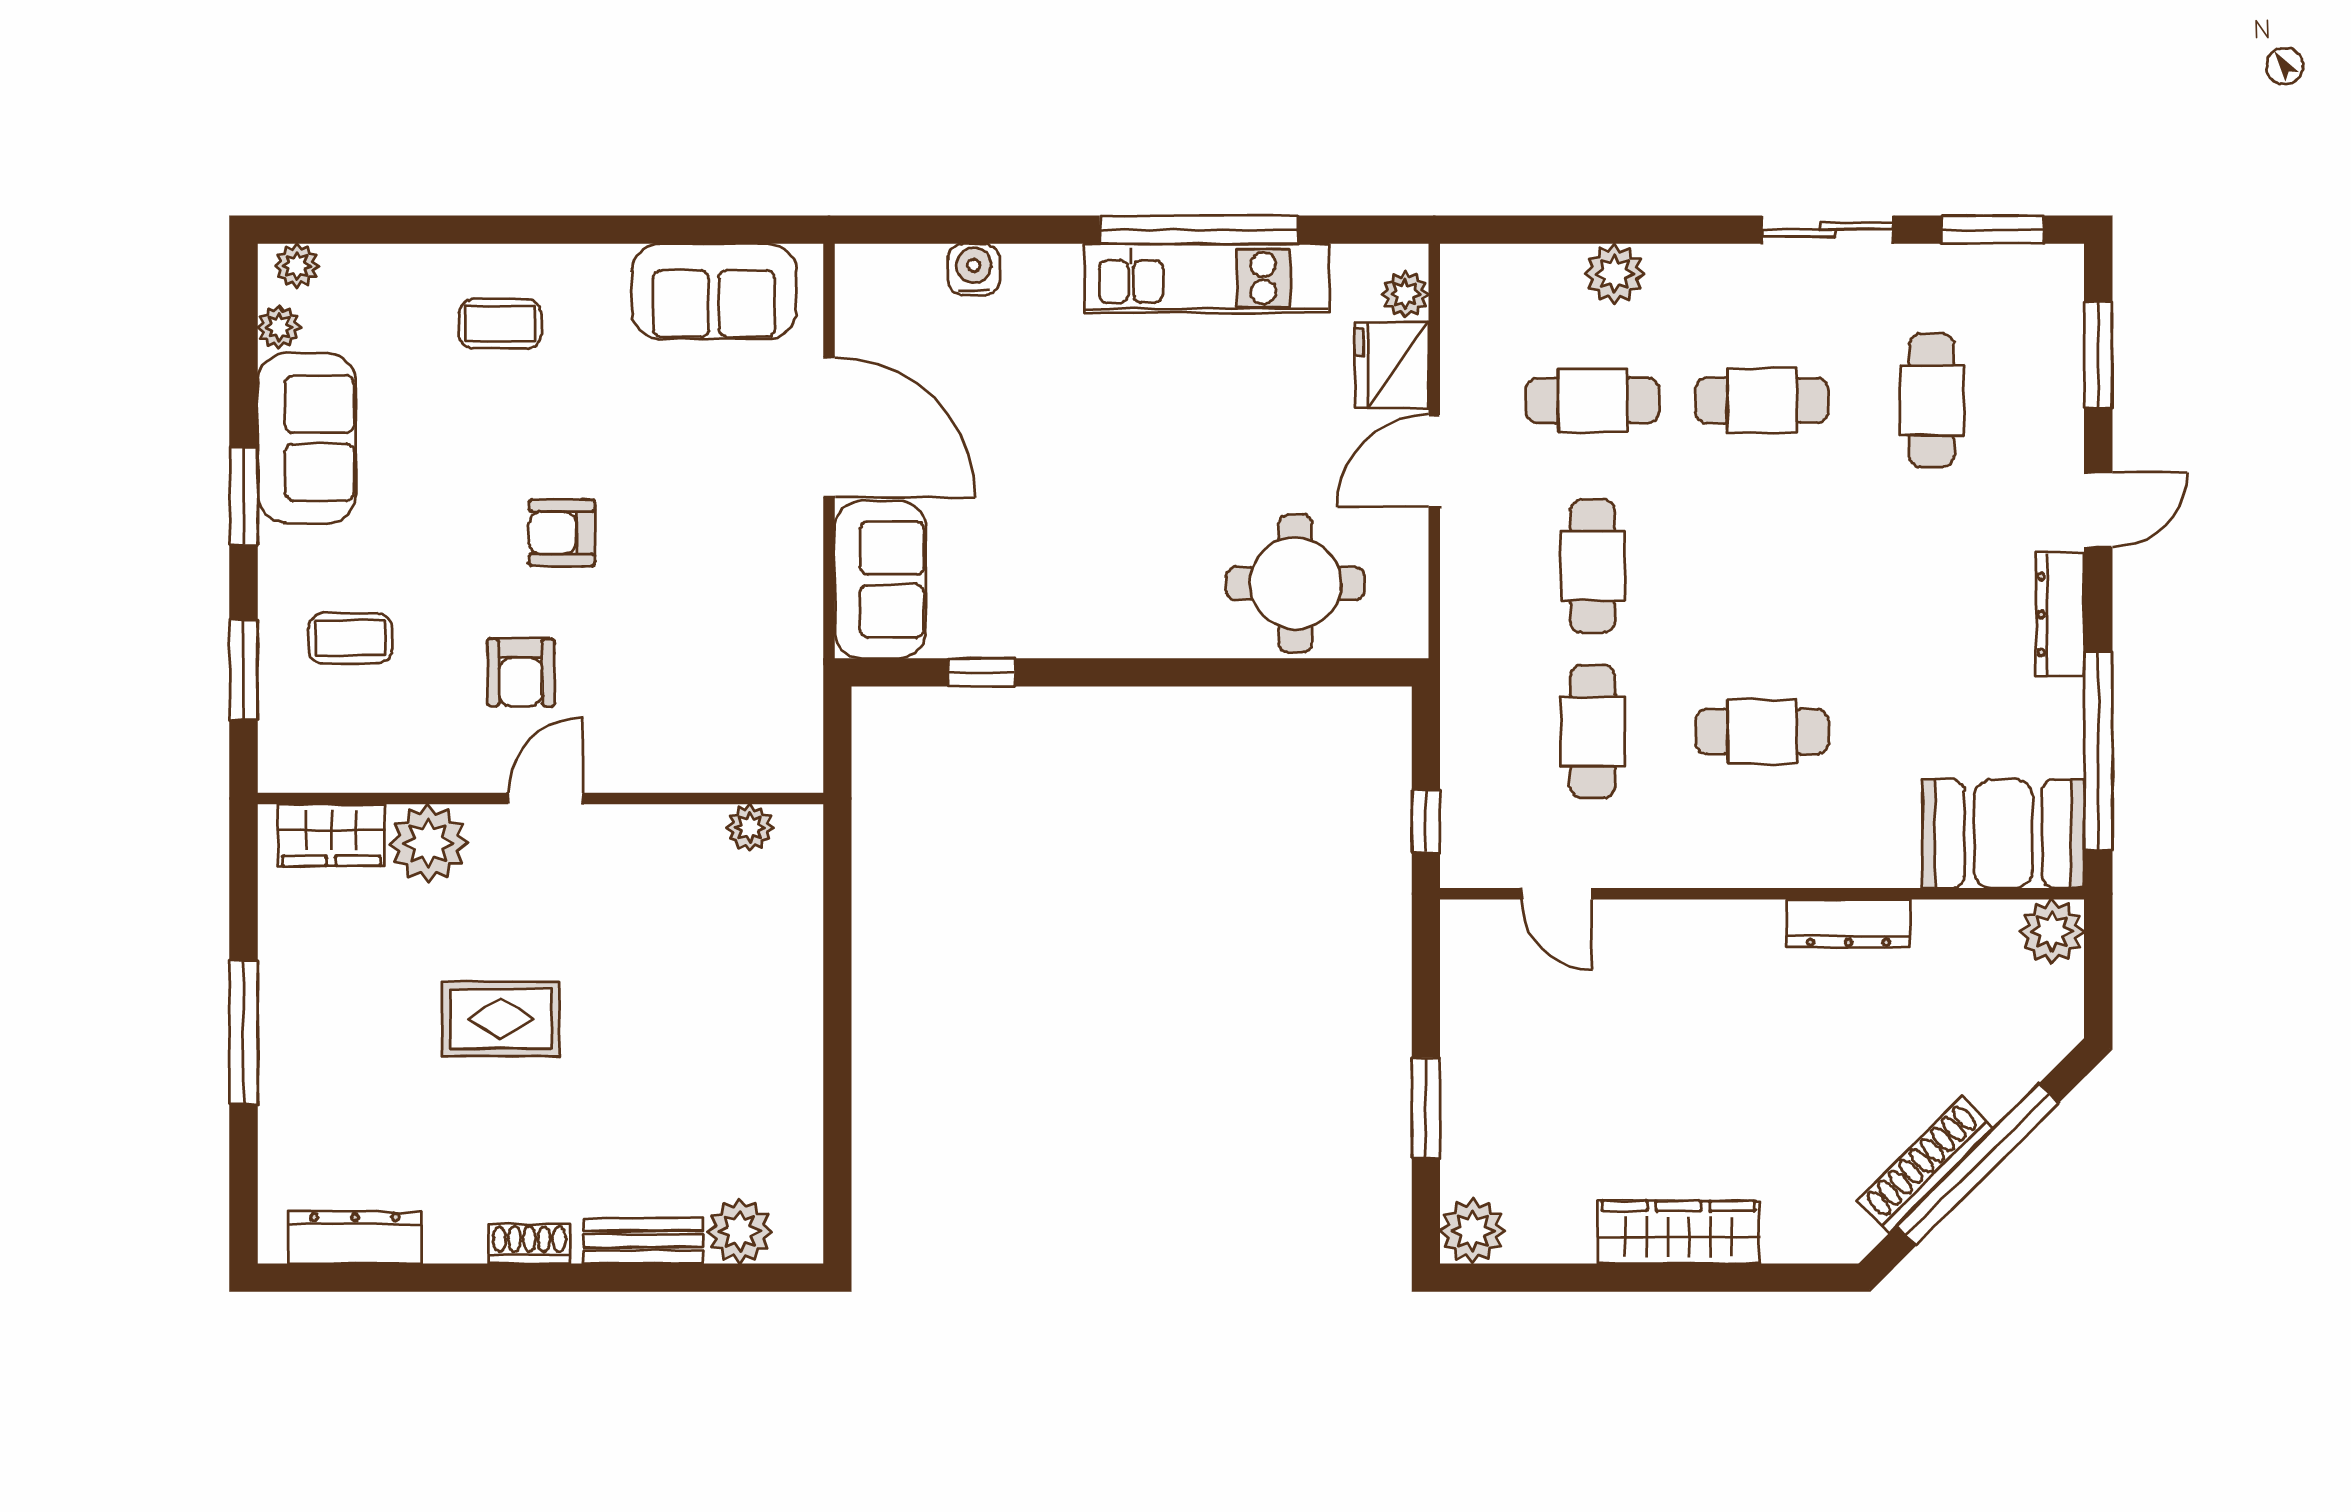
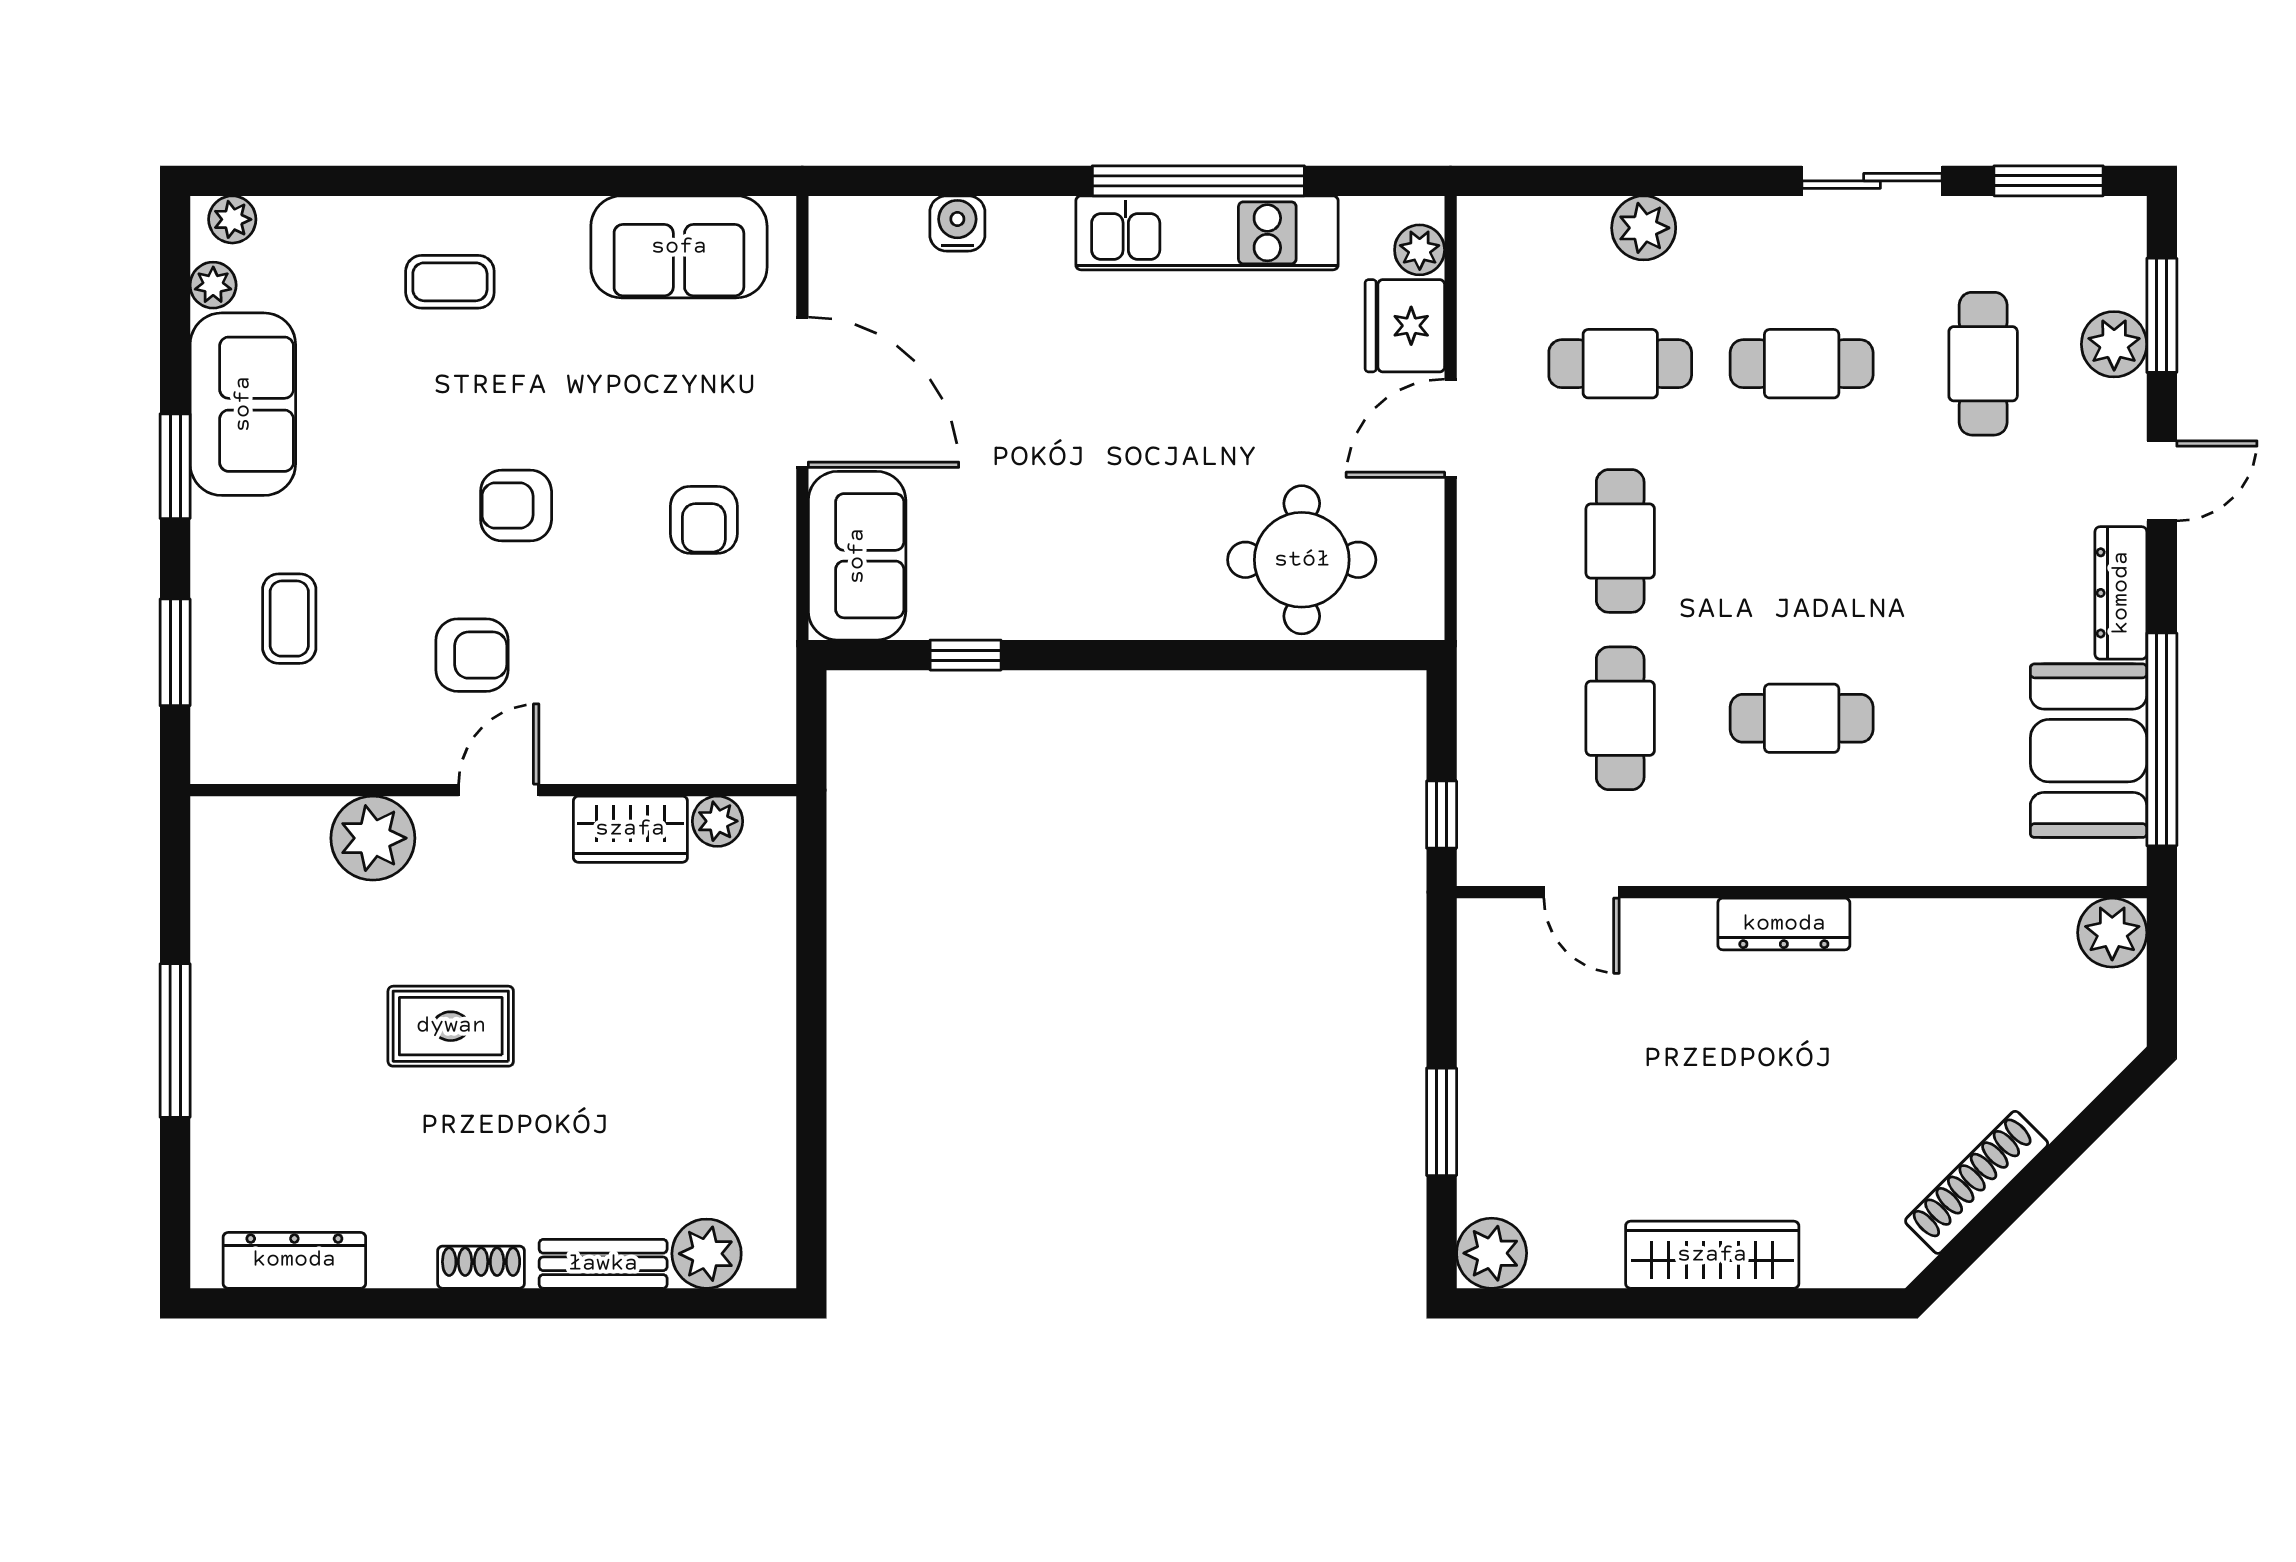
plant: (2054, 382) -> (2114, 344), added
armchair: (737, 546) -> (704, 520), added
coffee table: (350, 638) -> (289, 619), turned 90
armchair: (521, 672) -> (472, 655), turned -90
booth: (2003, 834) -> (2089, 751), moved, turned 90
wardrobe: (331, 835) -> (630, 829), moved
dresser: (1848, 923) -> (1784, 924), moved
window: (1978, 1164) -> (2033, 1182), removed

